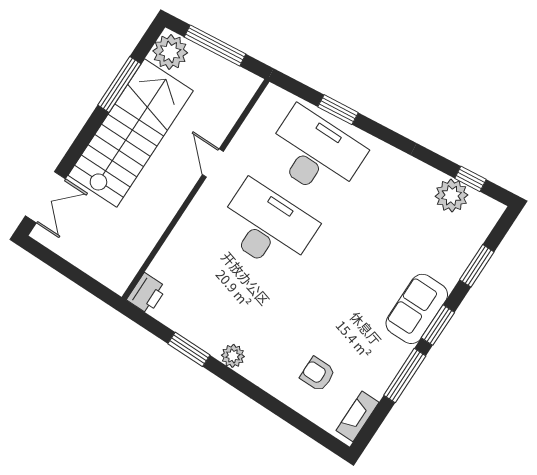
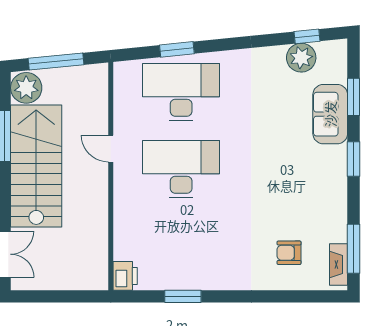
sofa: (417, 309) -> (330, 114), moved
plant: (233, 356) -> (218, 280), removed
window: (405, 376) -> (353, 249), moved

